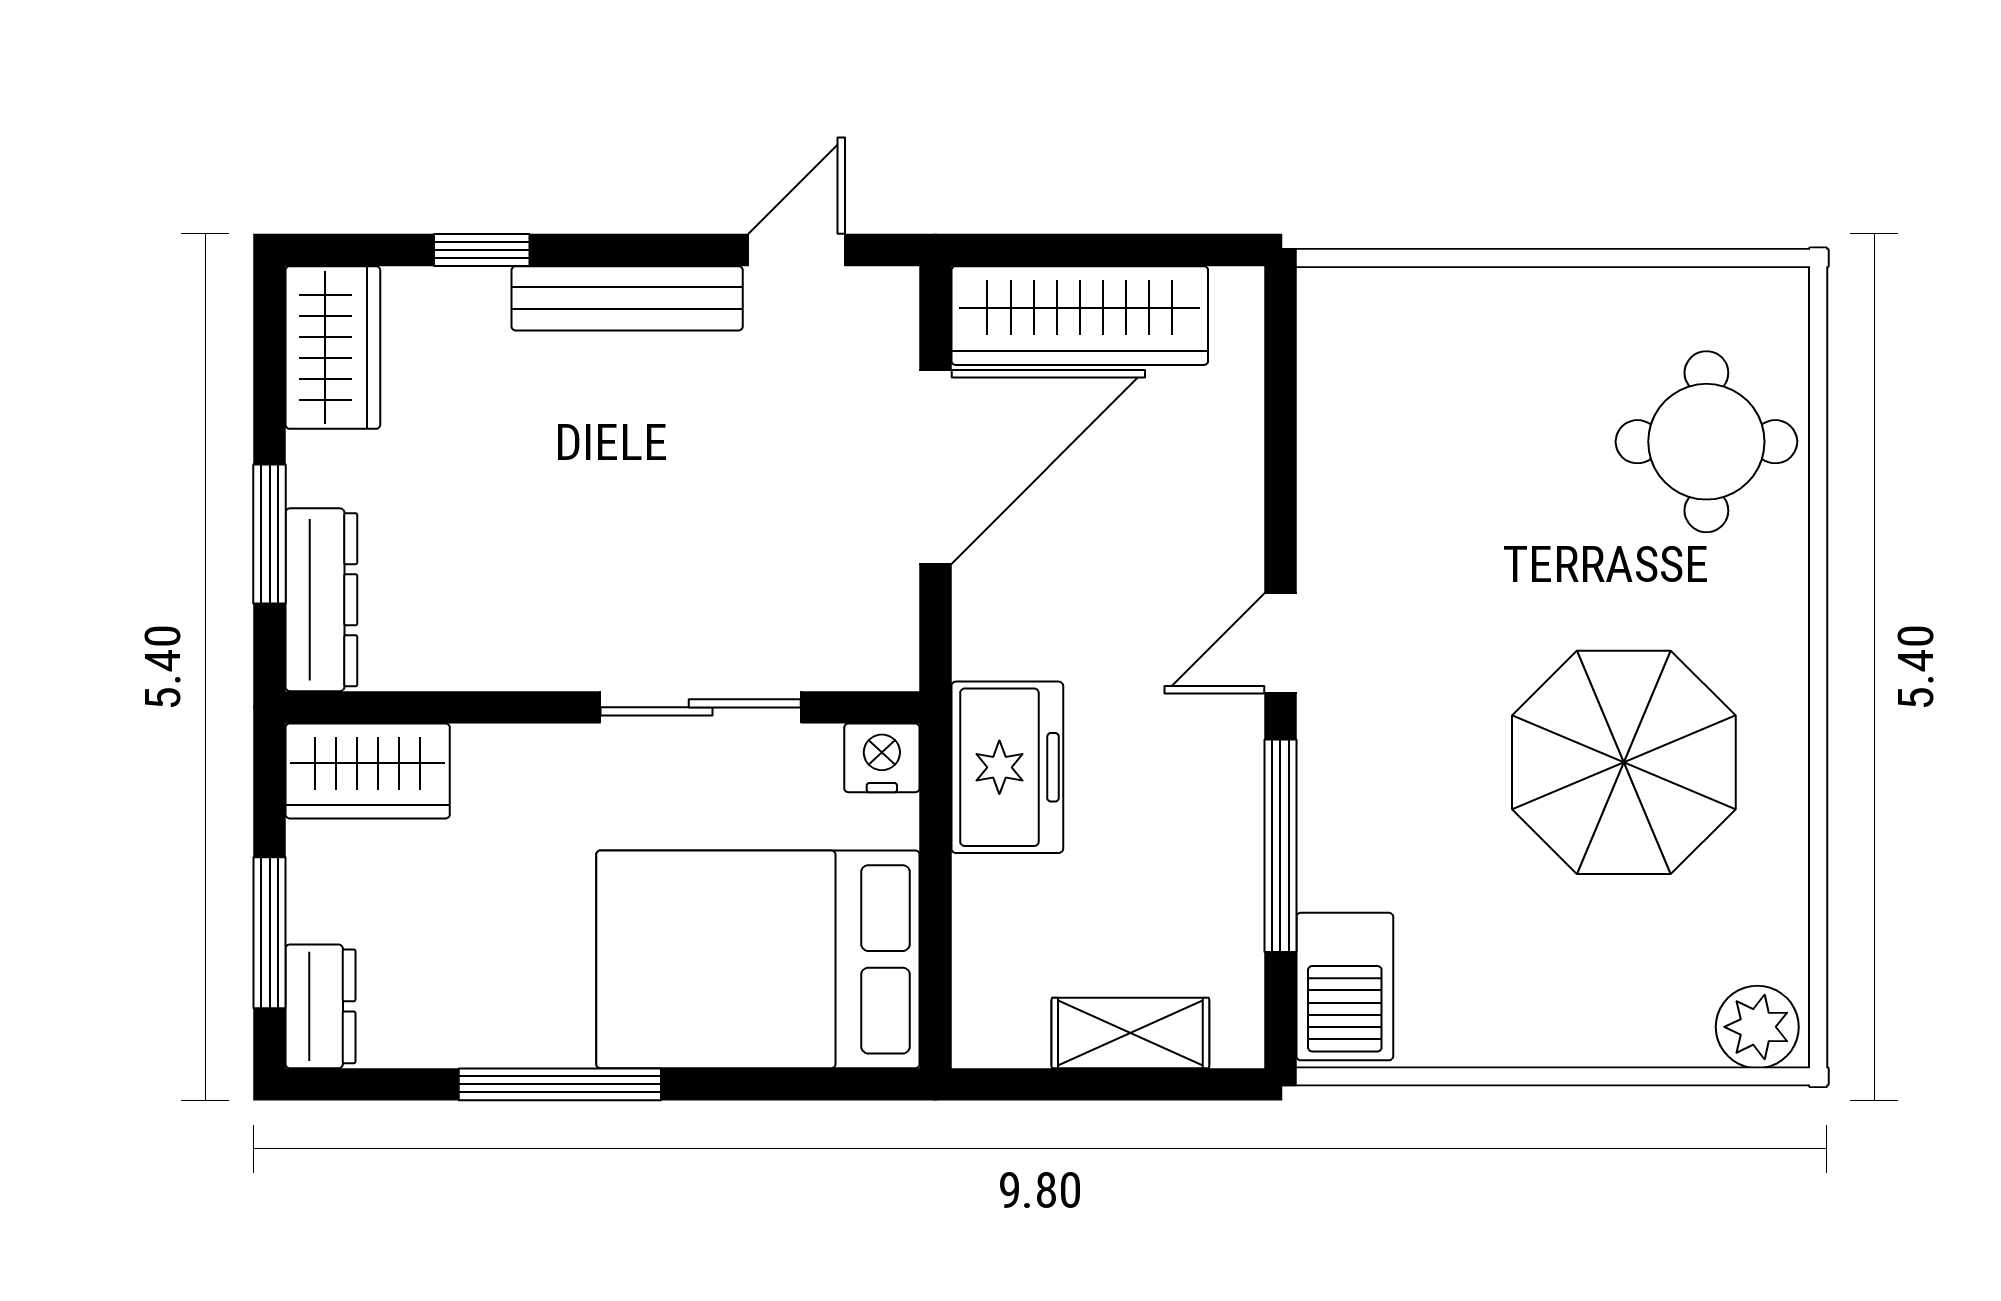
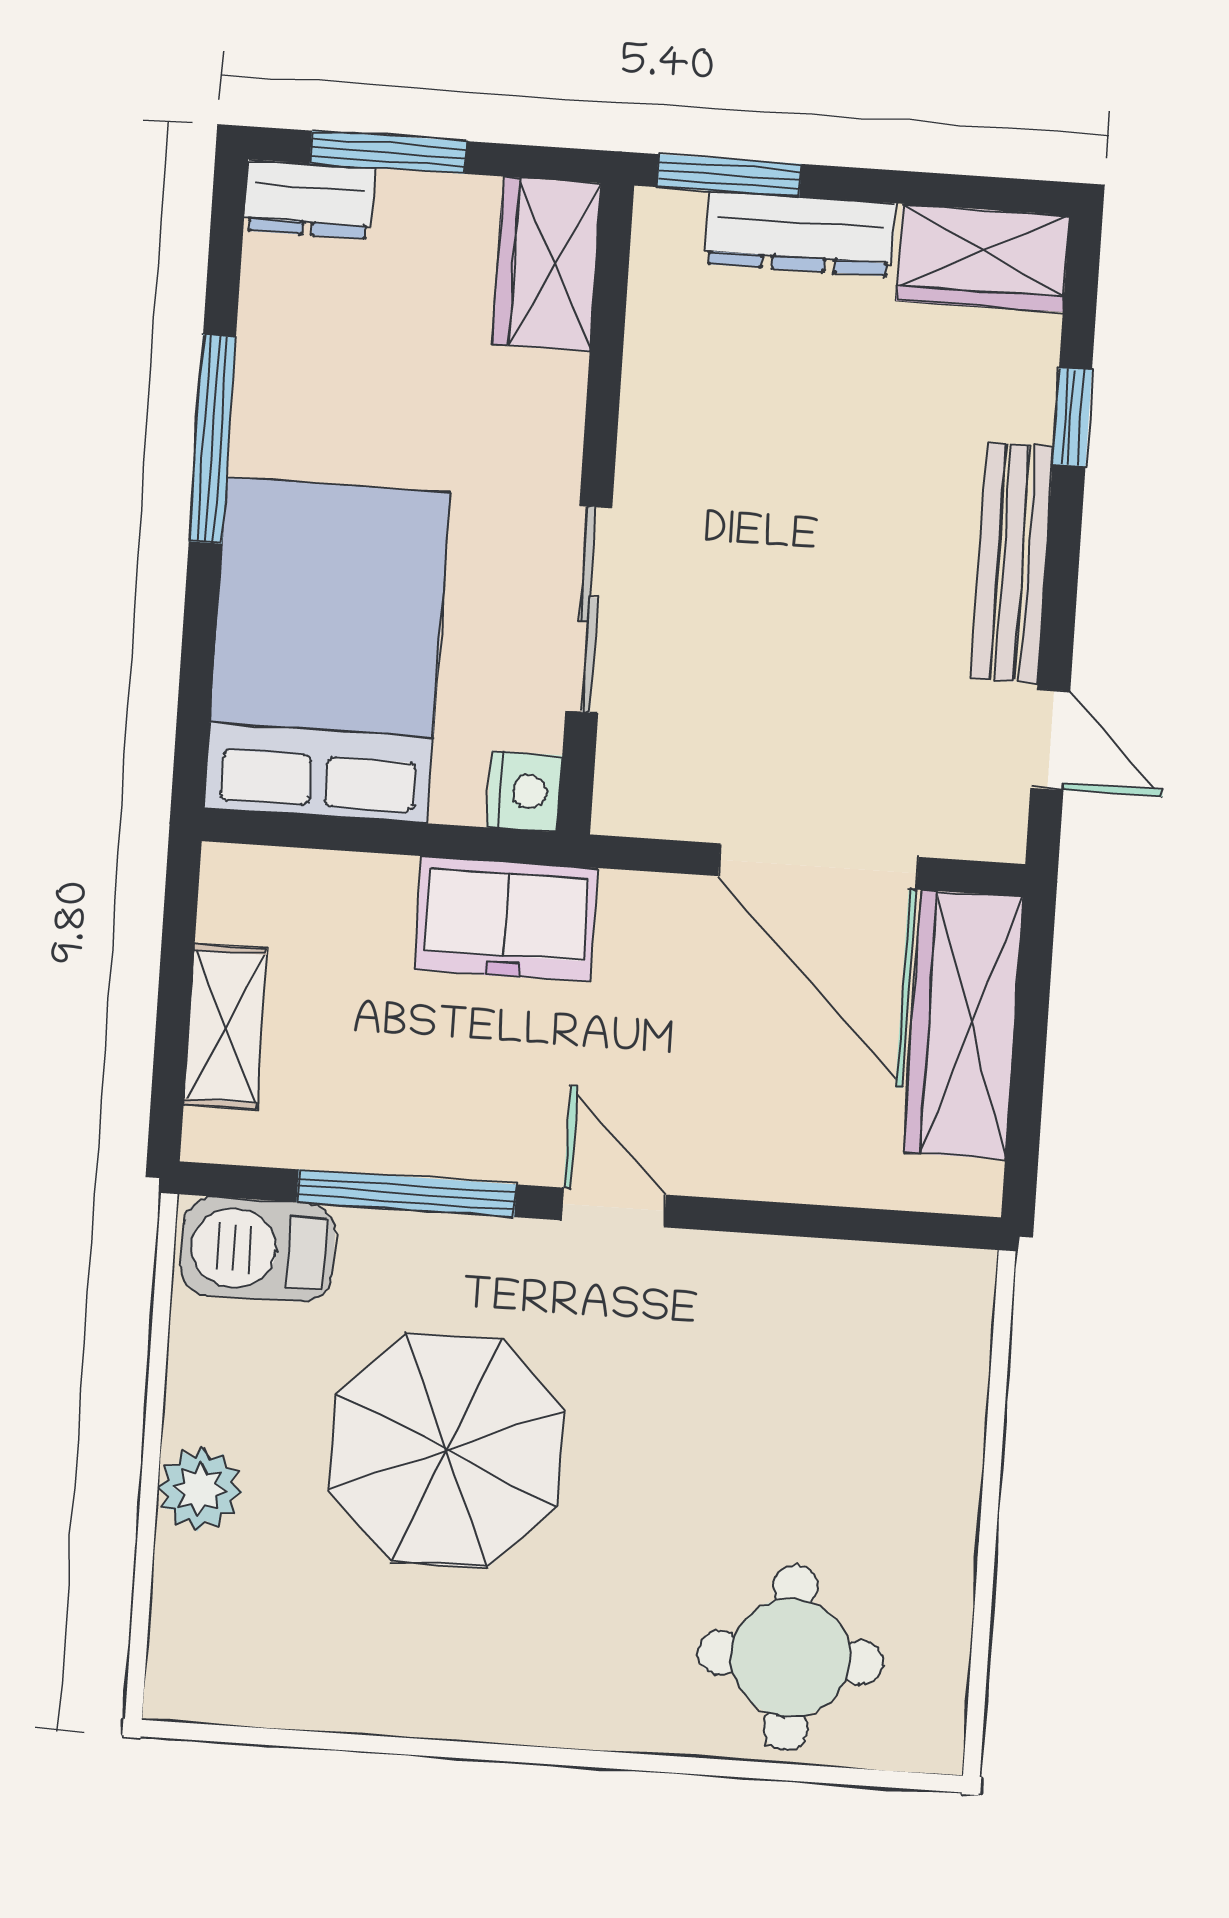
window: (270, 534) -> (729, 175), moved
dresser: (321, 600) -> (800, 234), moved
parasol: (1624, 762) -> (447, 1450), moved
plant: (1757, 1027) -> (200, 1489), moved

